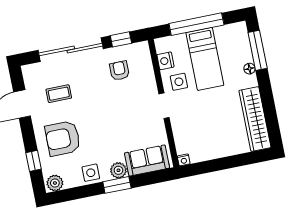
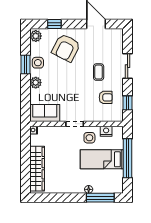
sliding door: (71, 50) -> (128, 66), width x0.54
coffee table: (59, 94) -> (99, 72), moved
wardrobe: (255, 119) -> (37, 169), moved, turned 90
armchair: (63, 138) -> (66, 48), turned -153
sofa: (147, 160) -> (45, 113), moved, turned -90
window: (117, 185) -> (25, 64), moved

